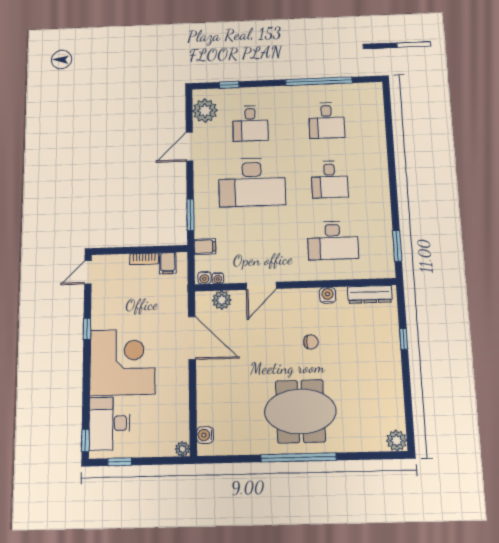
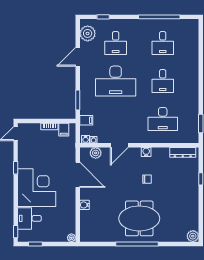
water cooler: (328, 295) -> (146, 152), moved
desk: (109, 423) -> (29, 218), width x0.73
water cooler: (205, 435) -> (84, 205), moved

